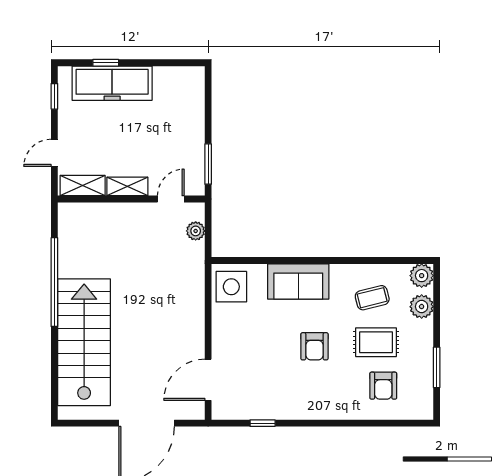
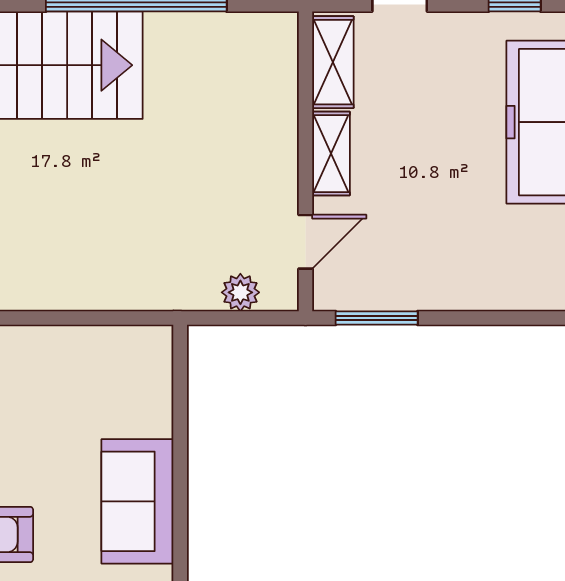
door: (171, 199) -> (305, 242), hinge flipped
side table: (231, 287) -> (127, 365), removed

